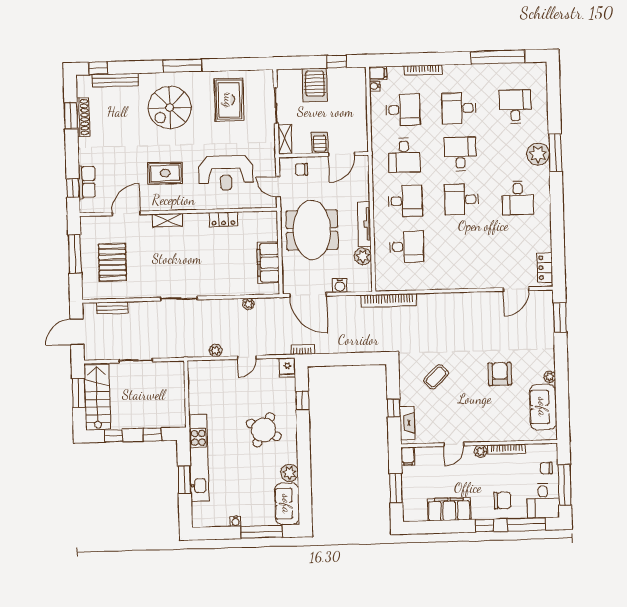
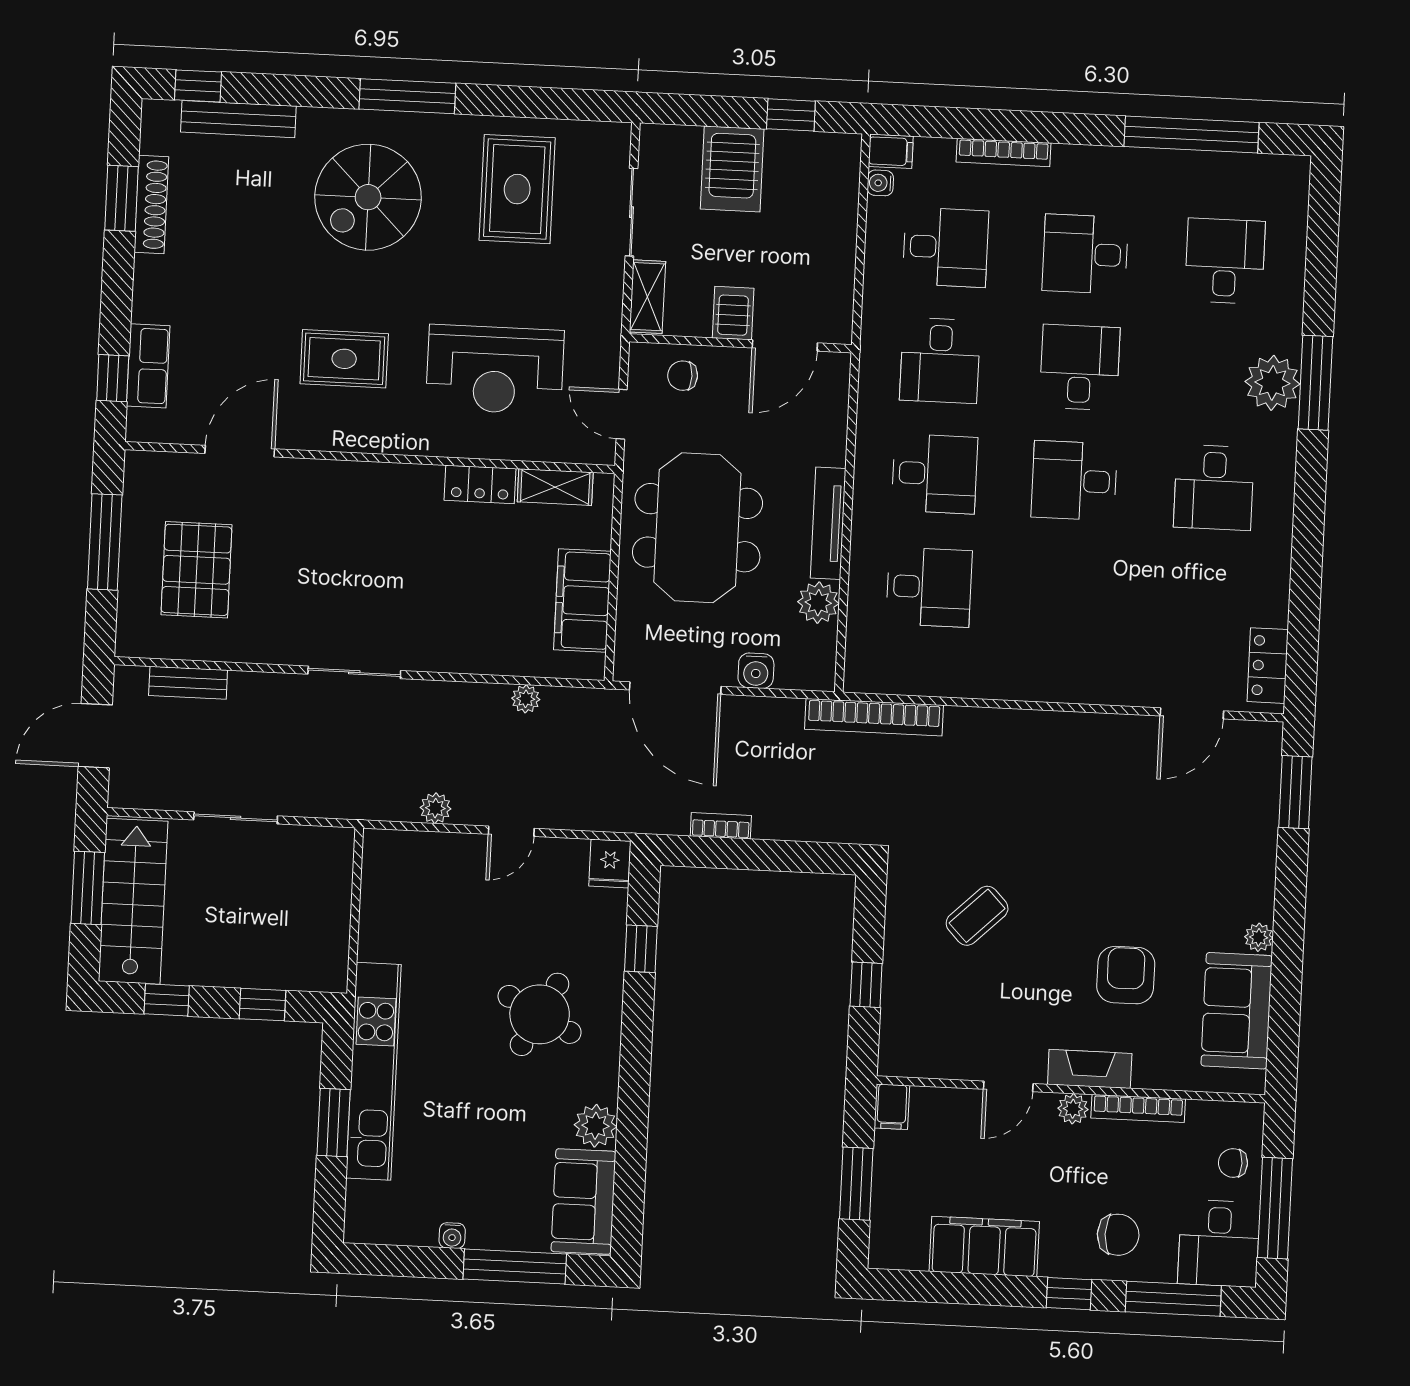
shelving: (168, 220) -> (555, 487), moved
bookcase: (303, 350) -> (721, 826), moved
armchair: (500, 374) -> (1126, 975), moved
fireplace: (407, 423) -> (1090, 1069), moved, turned -90

